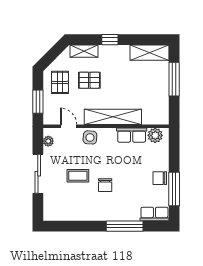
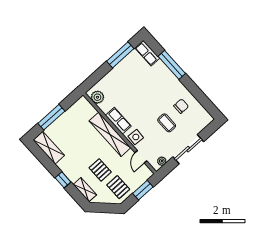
pallet: (60, 82) -> (118, 187), turned 90
row of seats: (132, 135) -> (118, 121), moved
chair: (160, 178) -> (122, 70), removed
chair: (105, 185) -> (181, 106), moved

